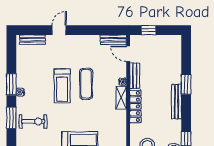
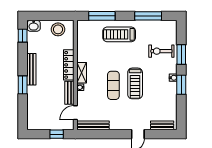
bench: (113, 40) -> (93, 125), width x1.36
door: (128, 54) -> (75, 113), swing flipped
treadmill: (62, 86) -> (135, 83), turned 180

